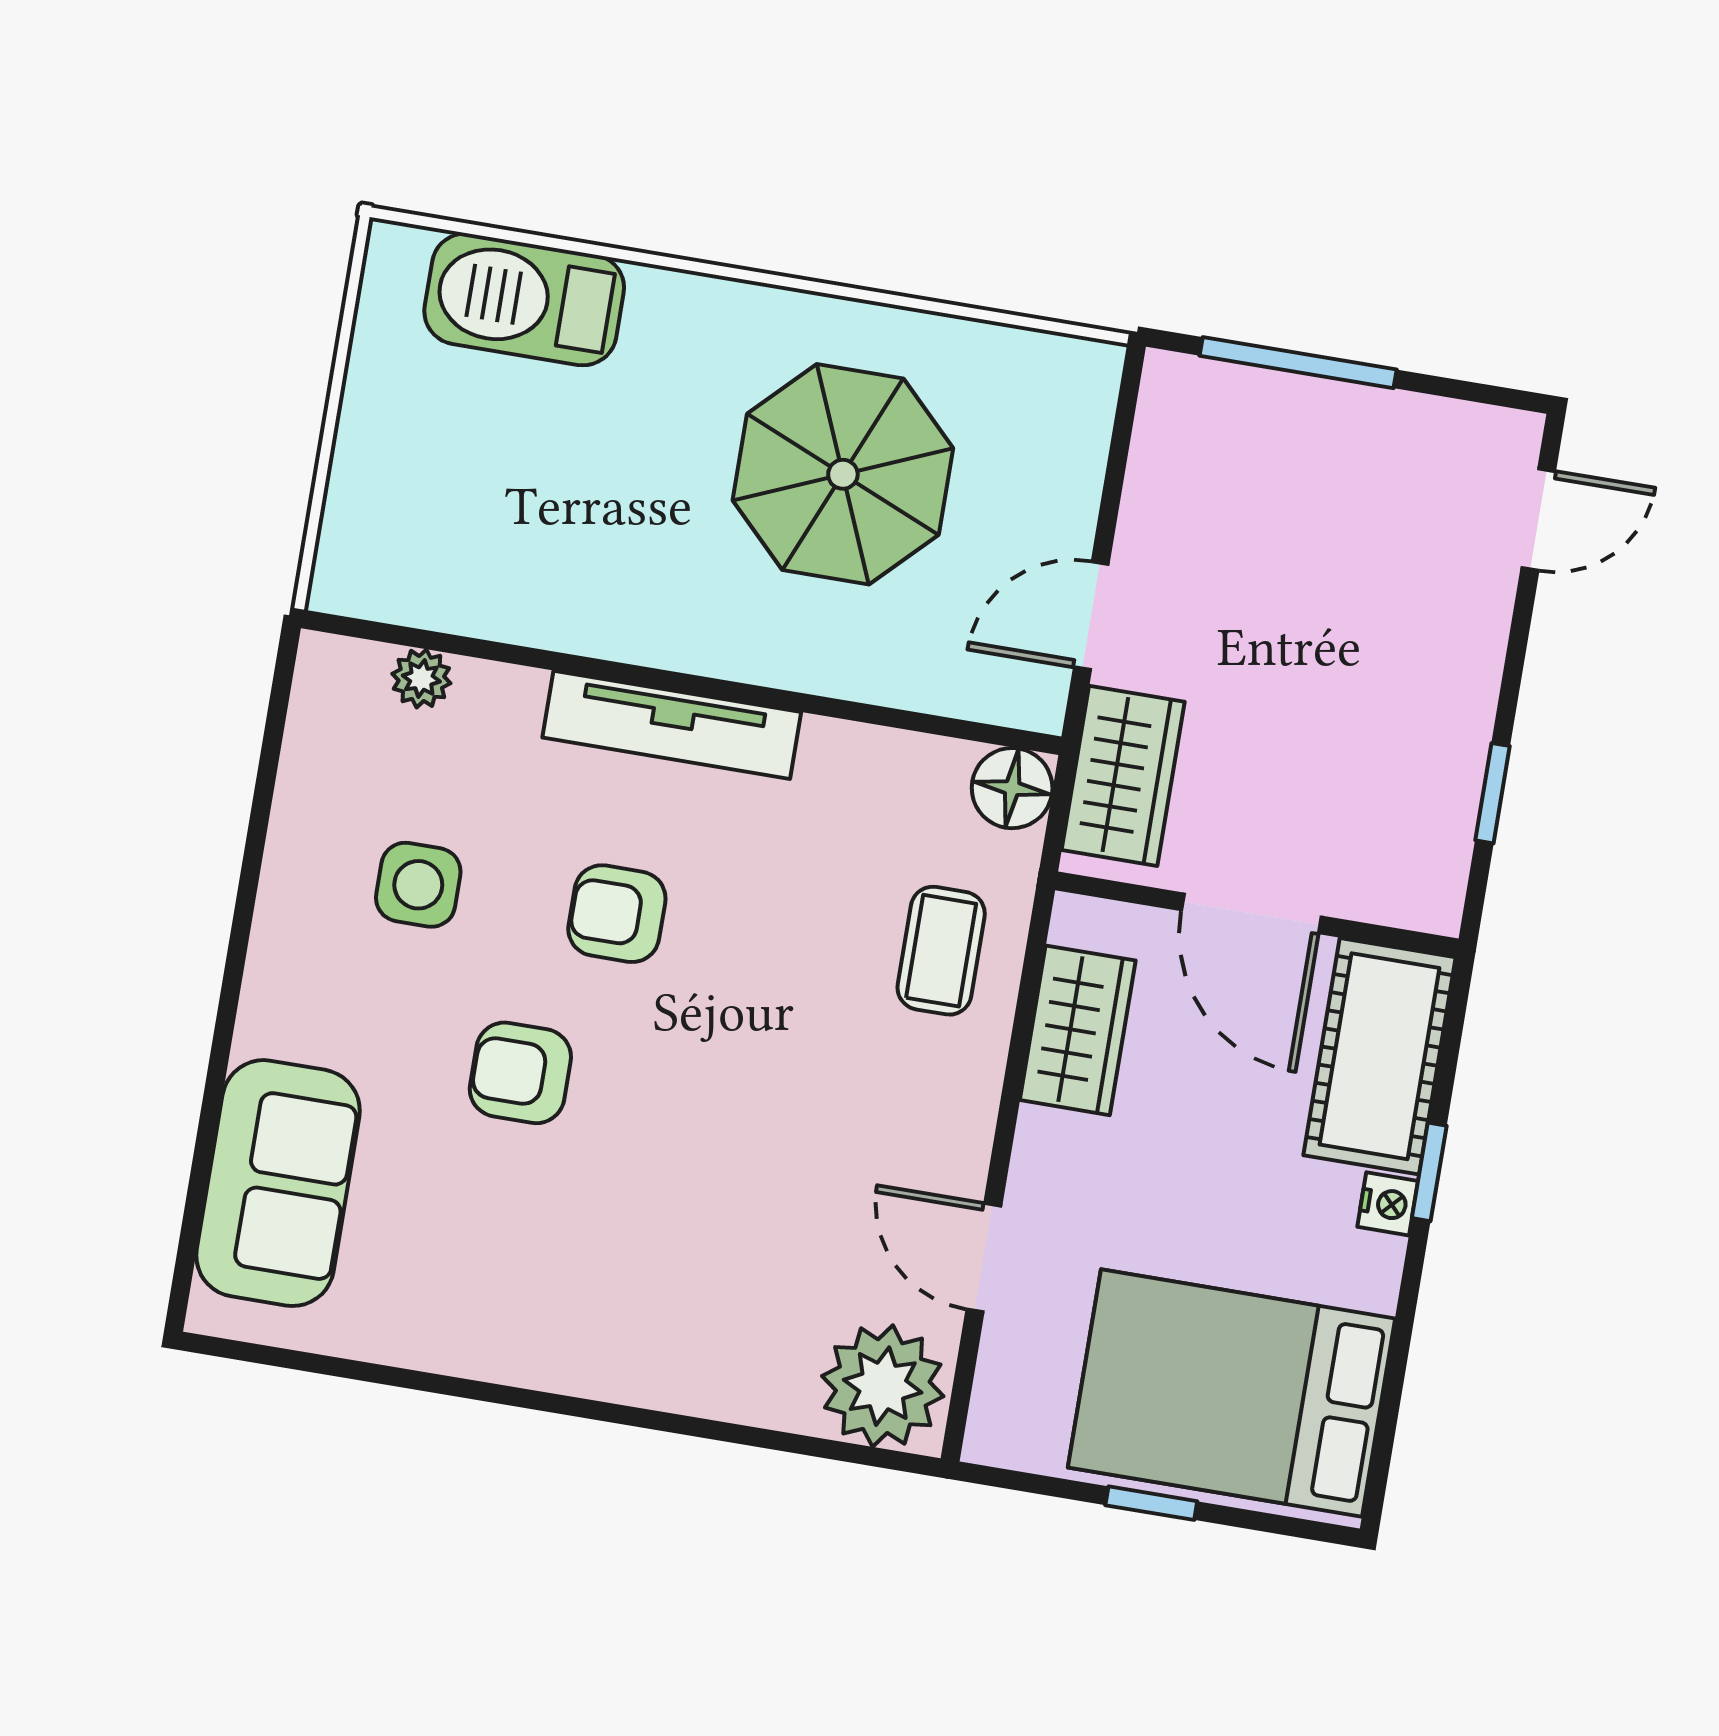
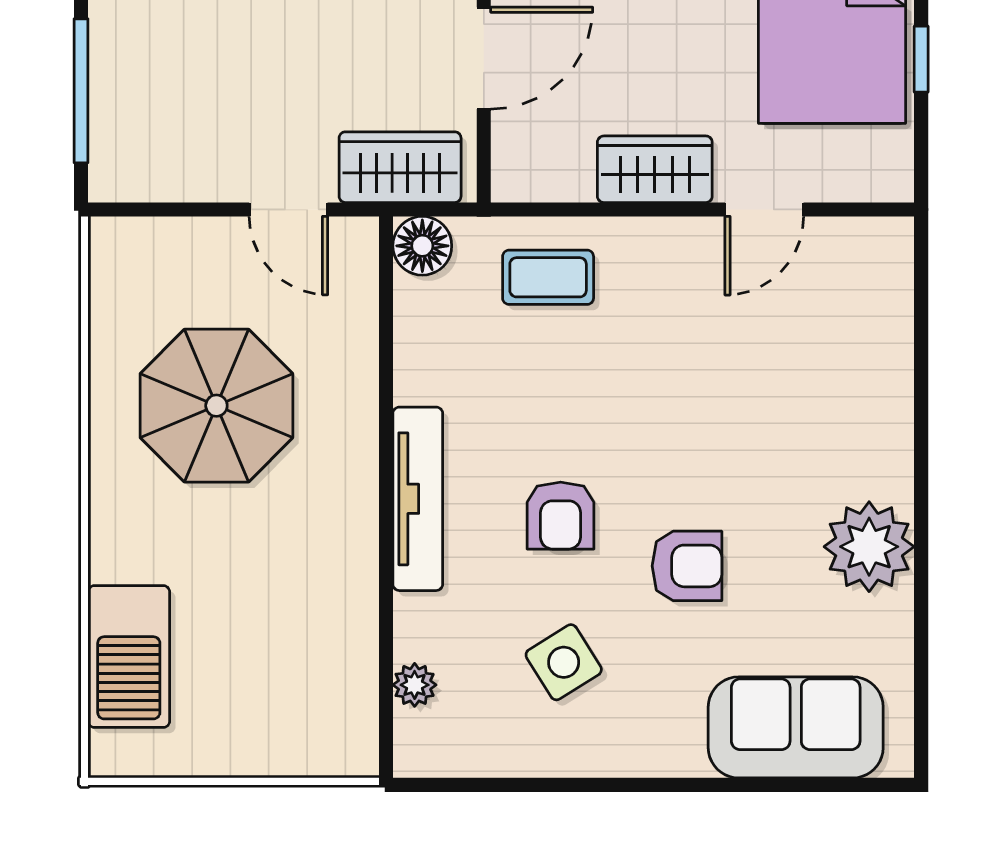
side table: (418, 885) -> (564, 662), turned -32
wardrobe: (1078, 1030) -> (655, 169), moved
armchair: (520, 1073) -> (687, 566), turned -90
plant: (883, 1386) -> (869, 547), moved

